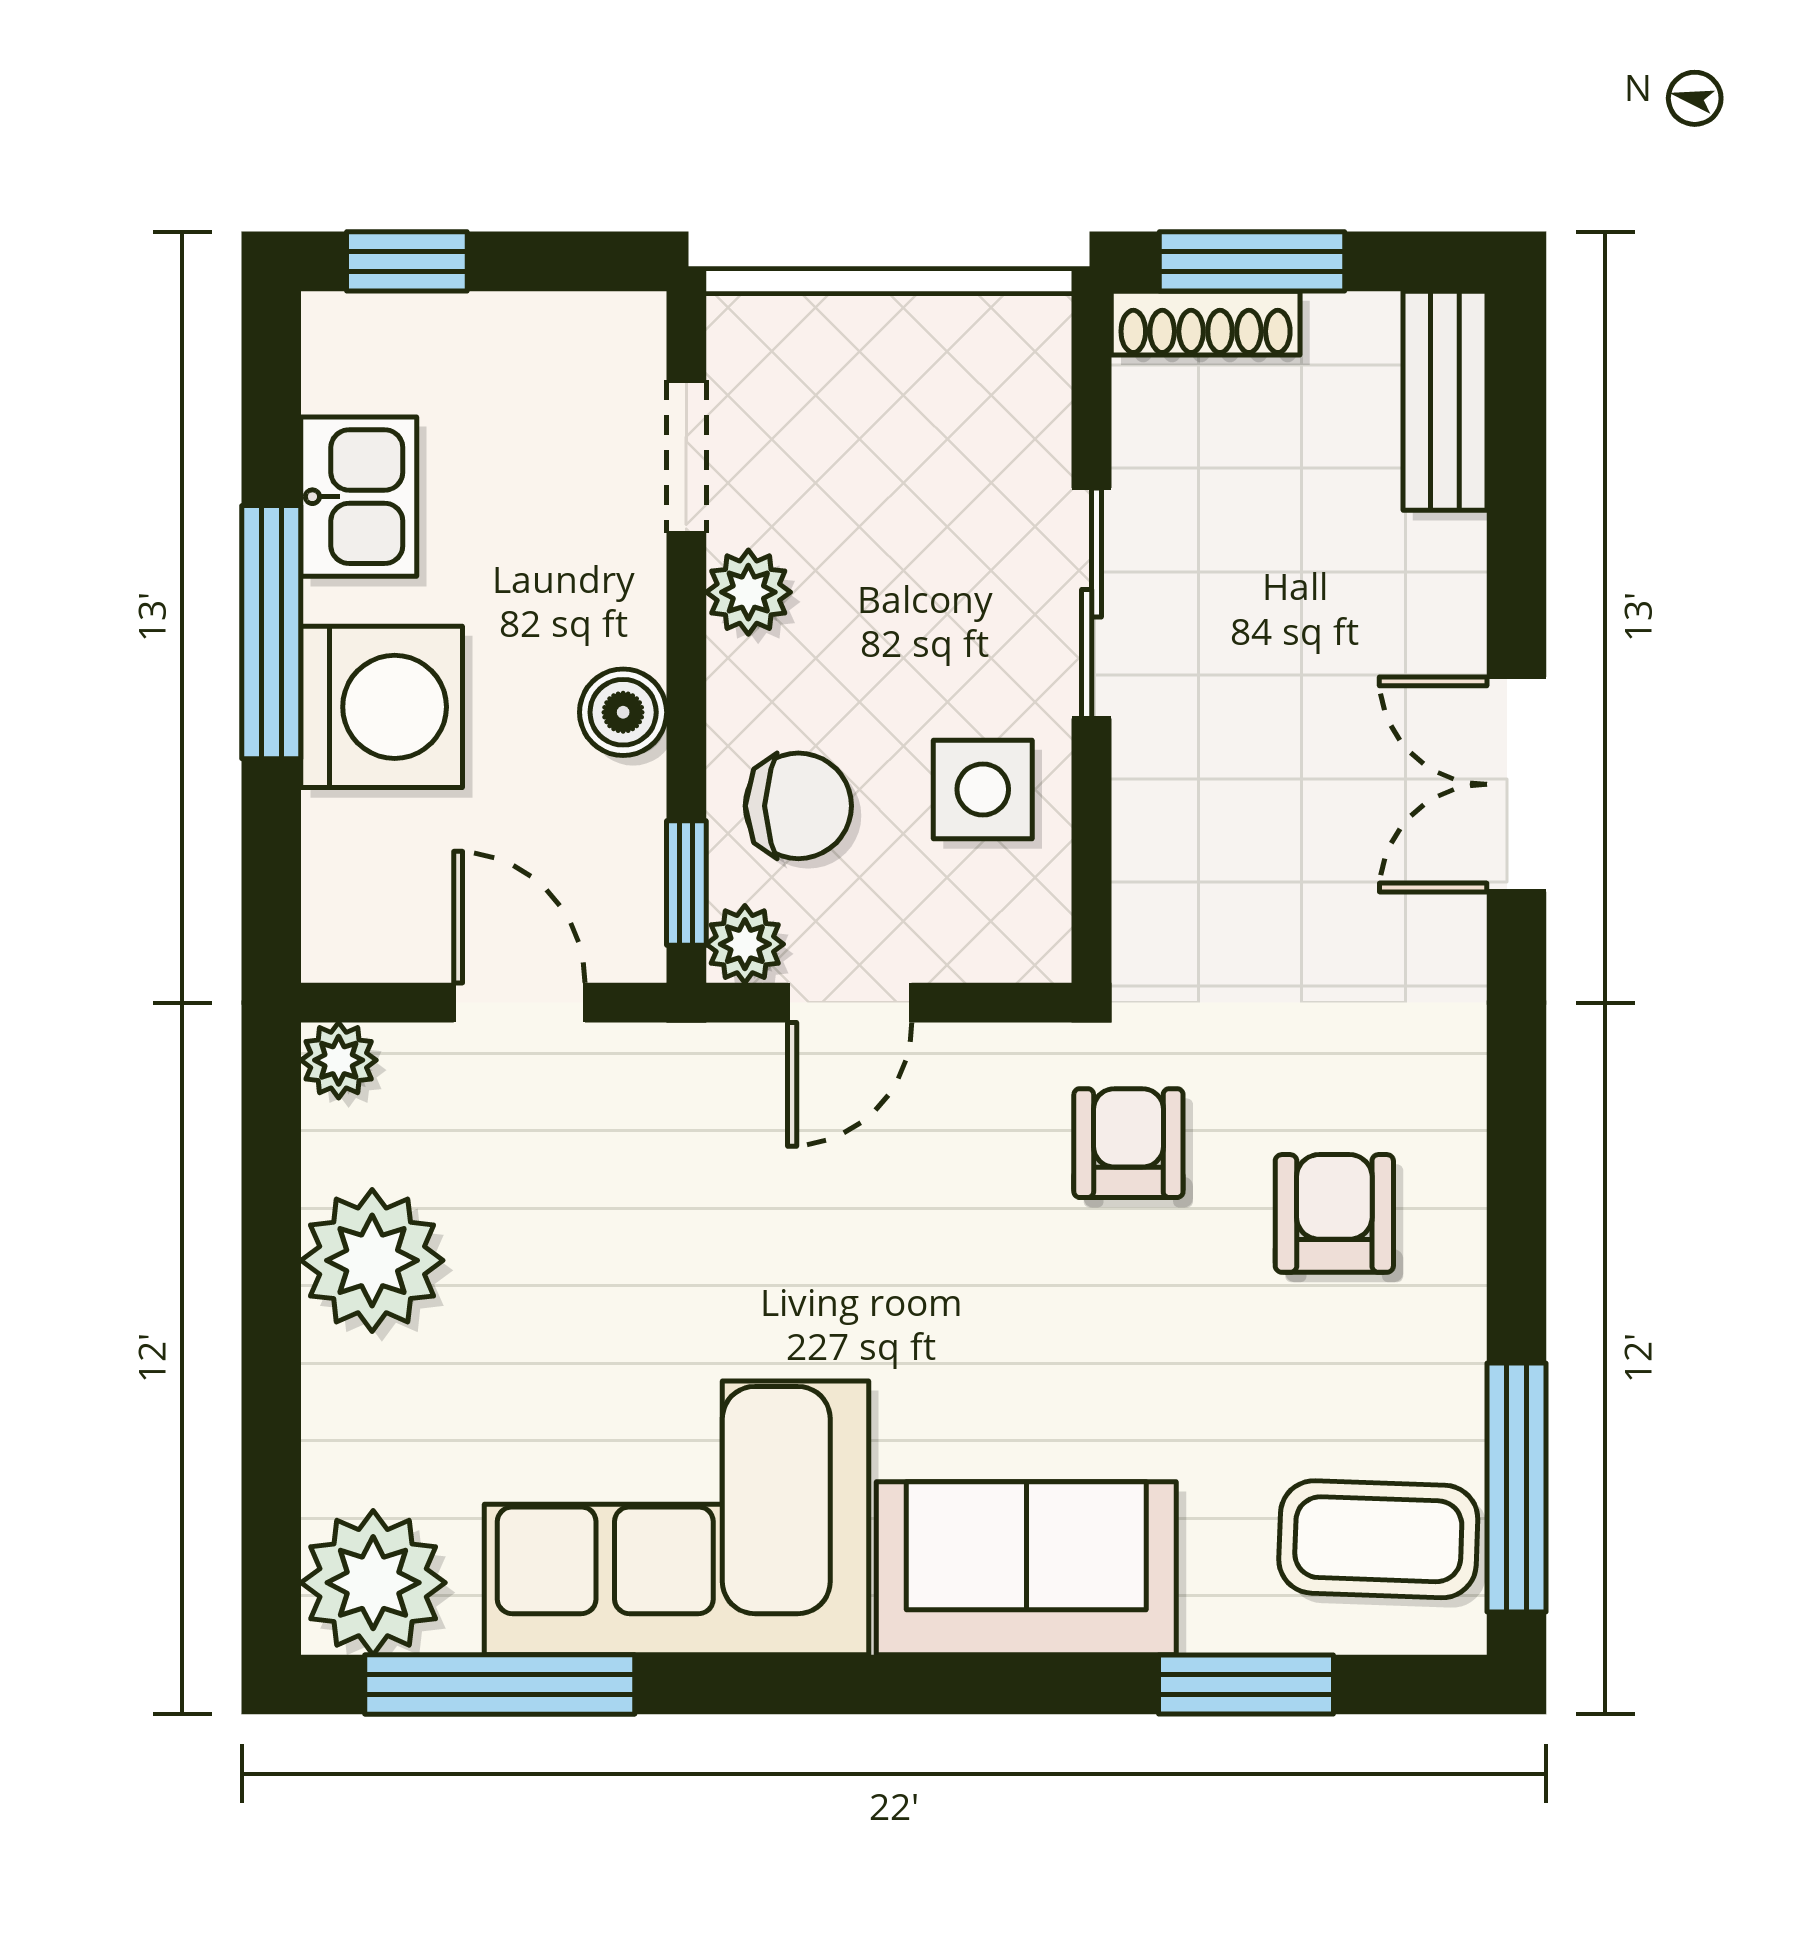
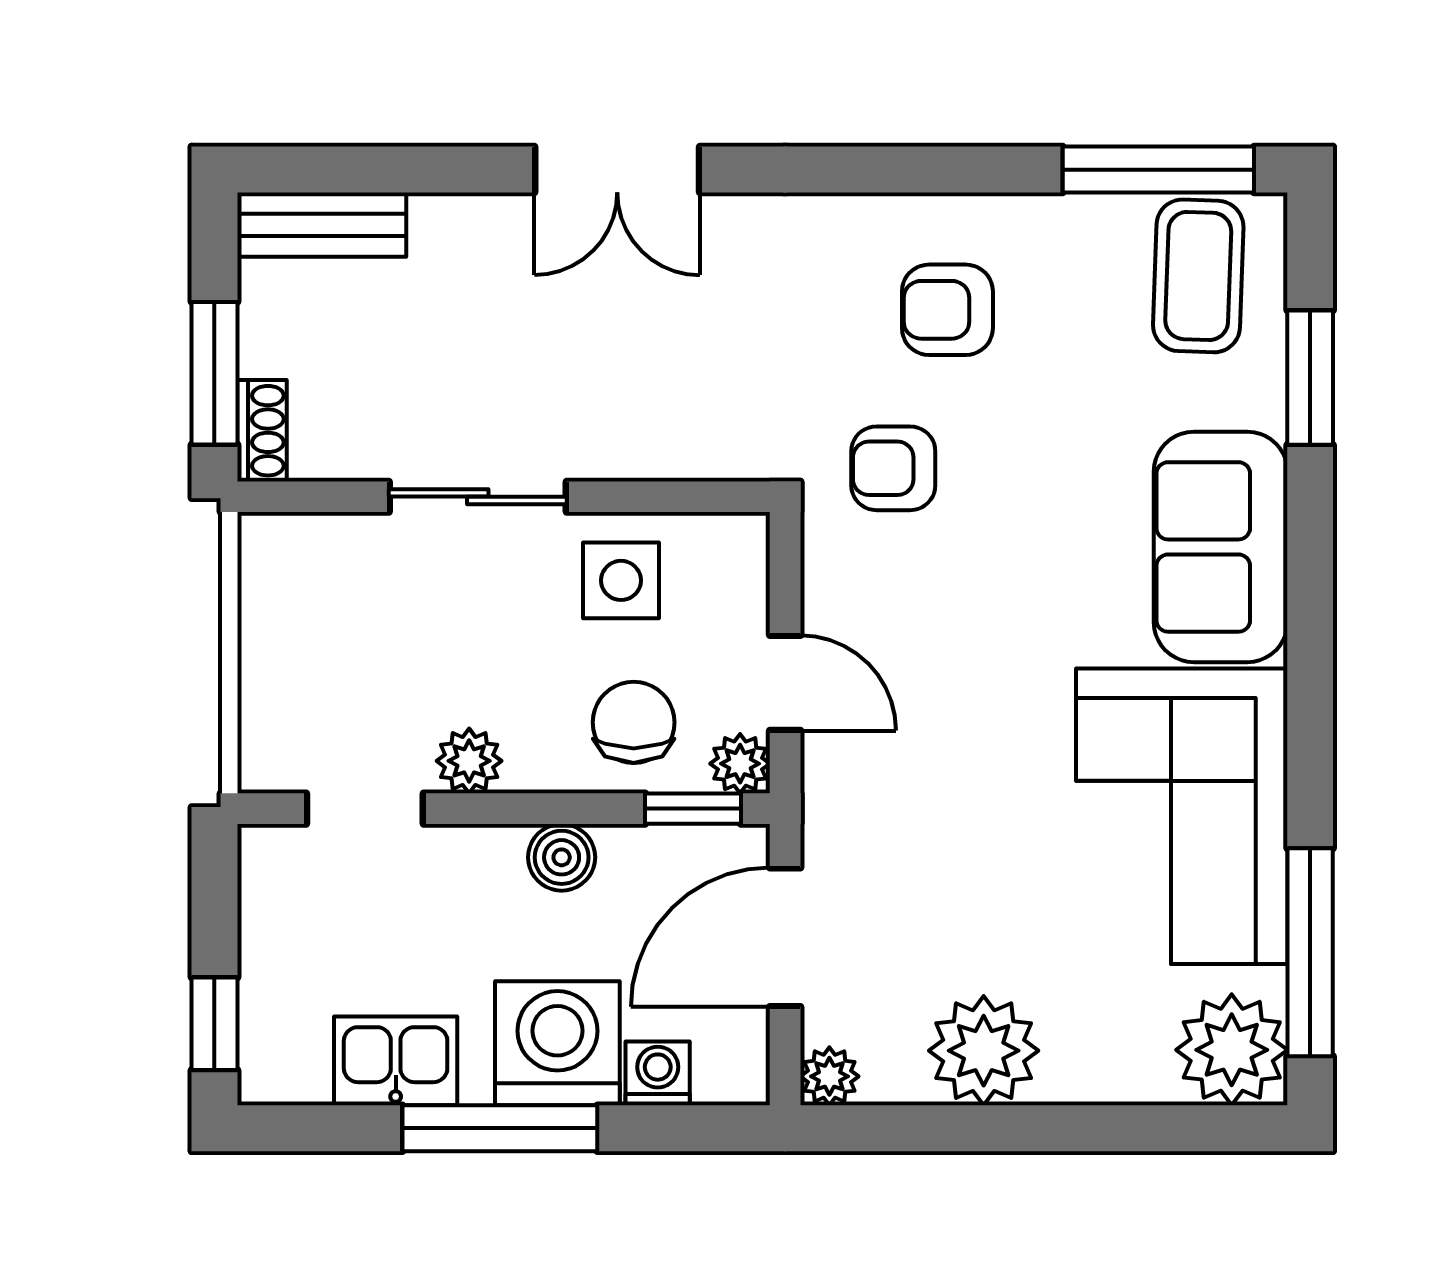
shoe rack: (1206, 323) -> (262, 431), width x0.70
washing machine: (342, 837) -> (658, 1073), added
door: (519, 1003) -> (785, 937), width x1.38

